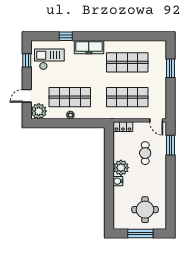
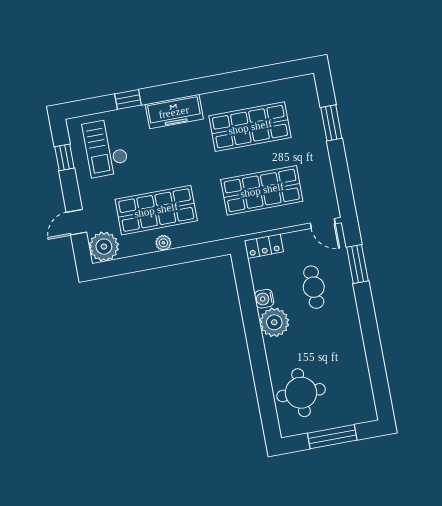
checkout: (49, 59) -> (106, 148), turned -90
water cooler: (118, 181) -> (264, 299), moved
round table: (145, 210) -> (301, 393), moved

